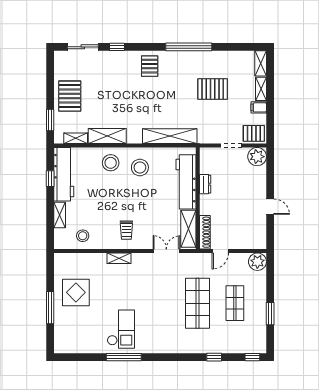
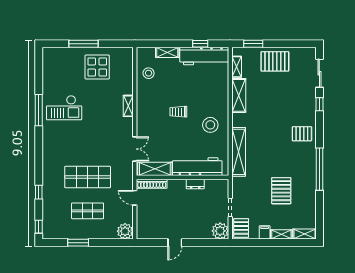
stool: (111, 163) -> (215, 98), removed
trolley: (126, 230) -> (178, 112), moved

